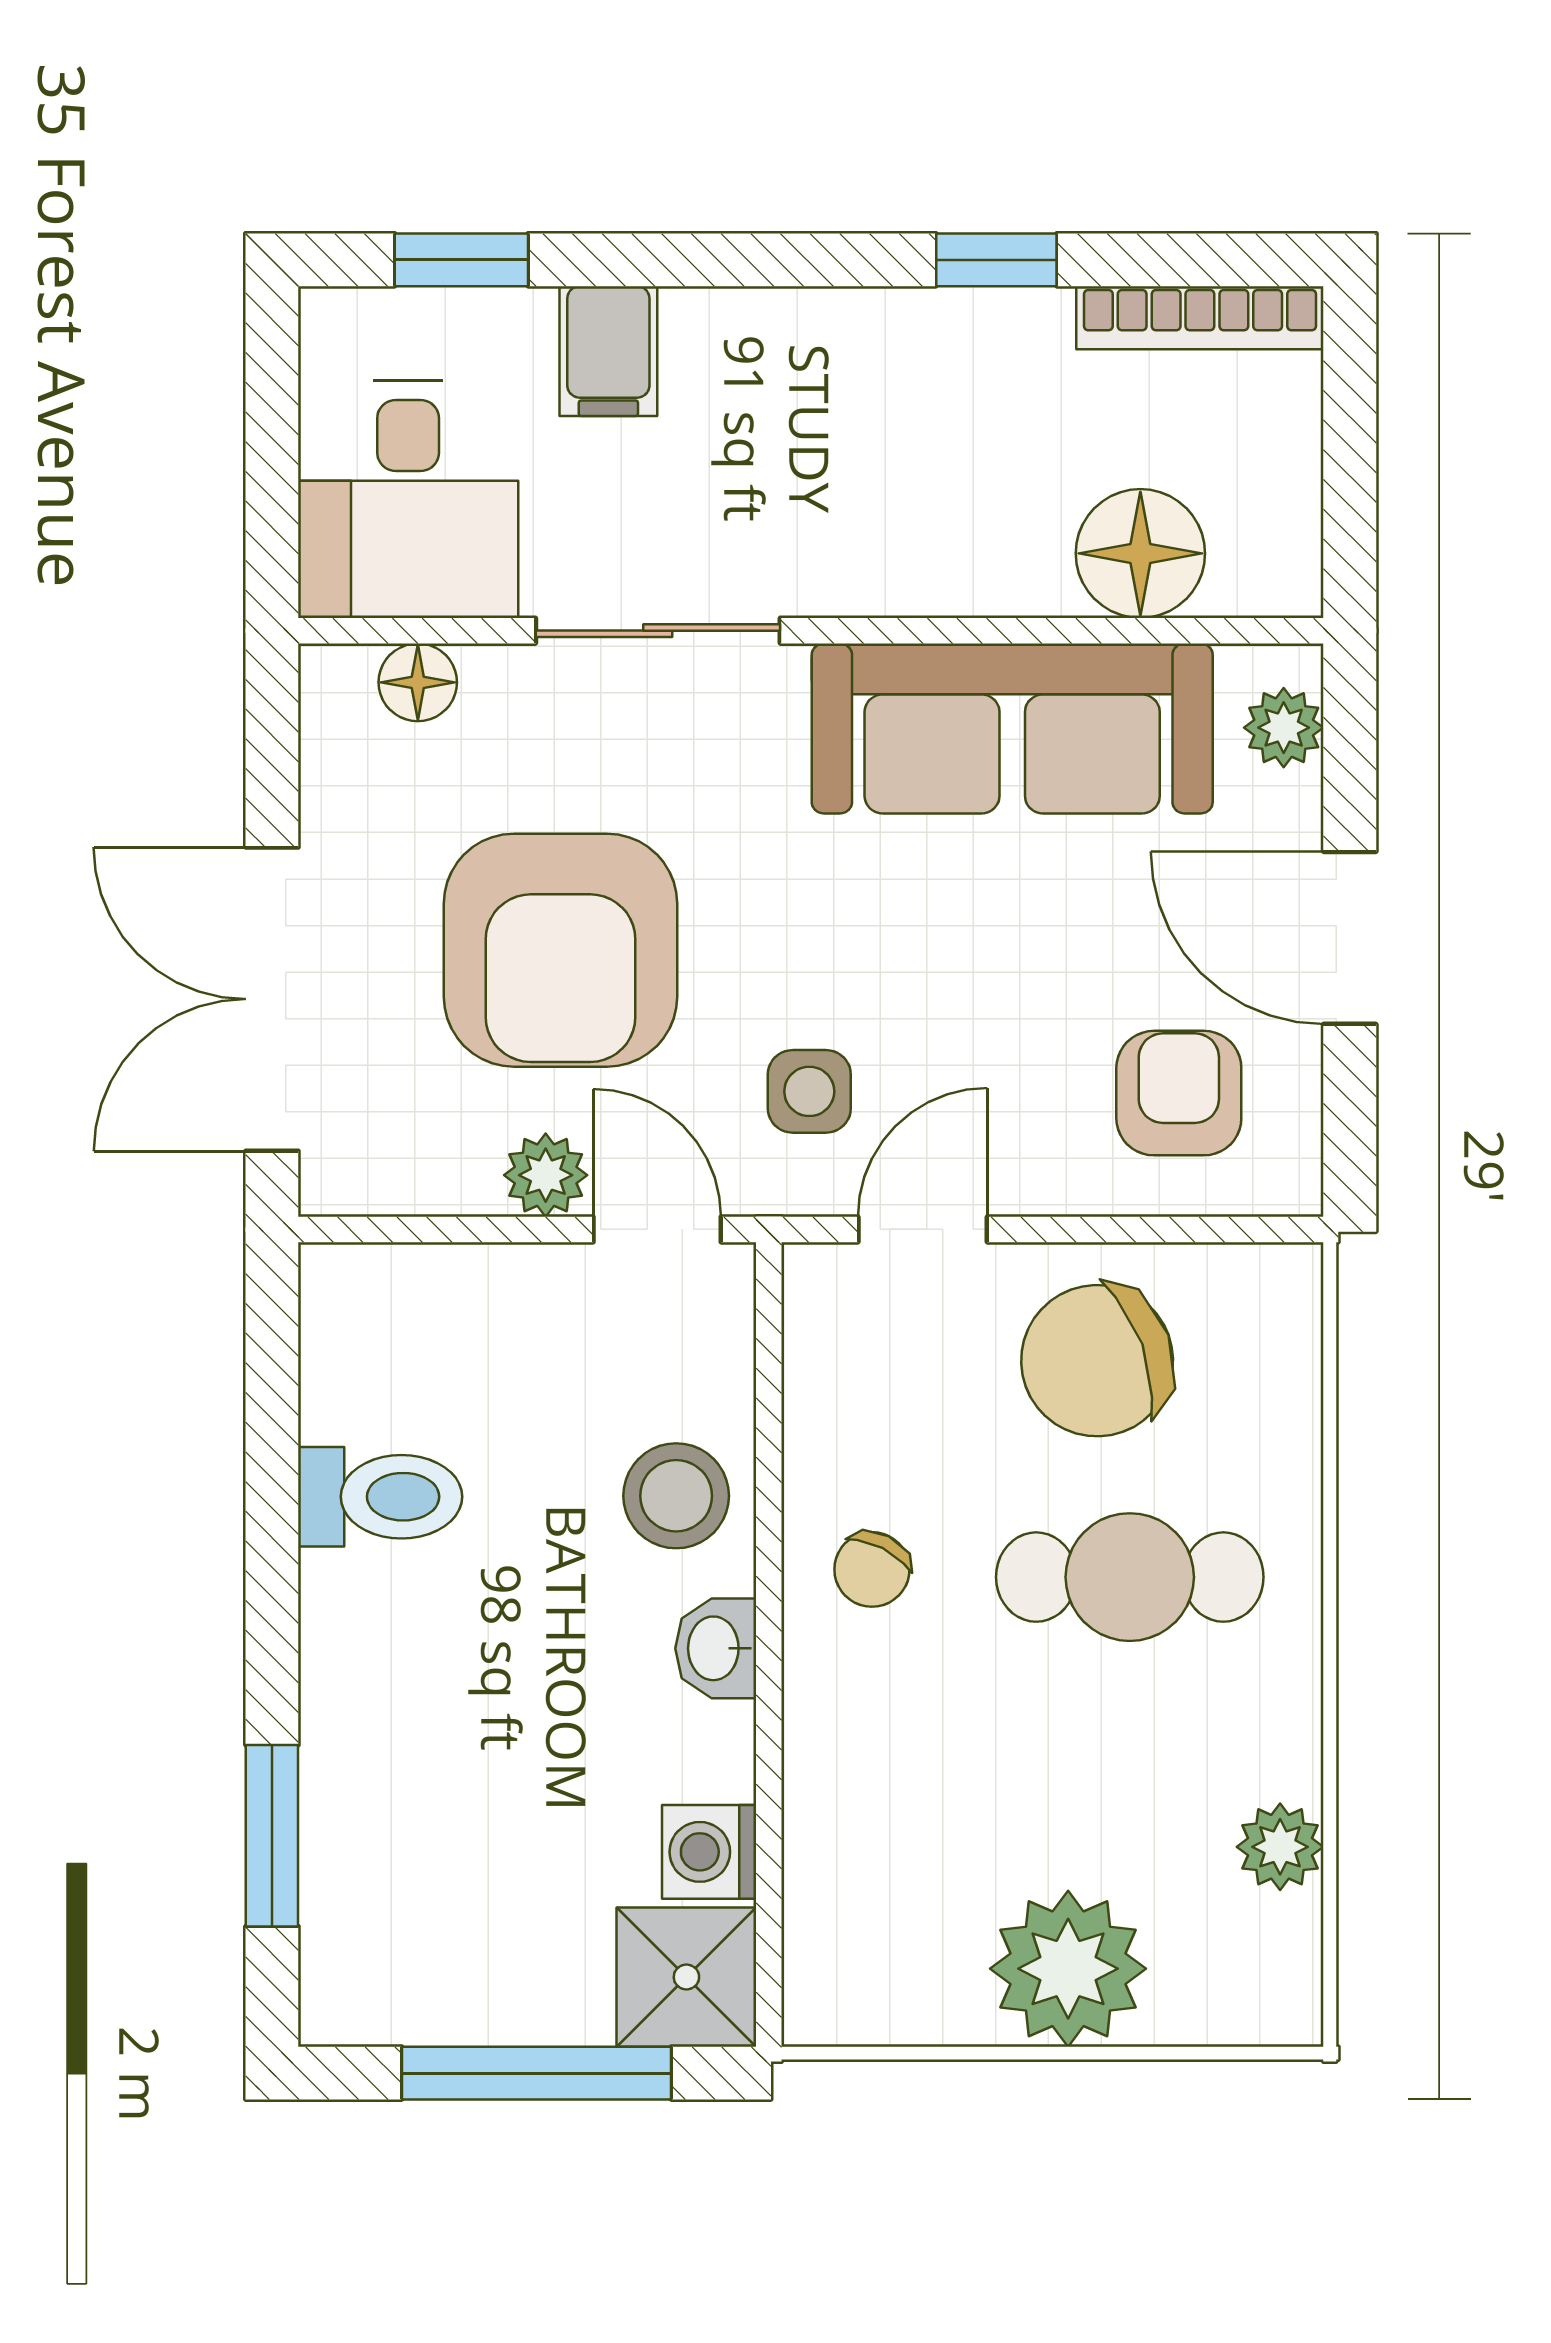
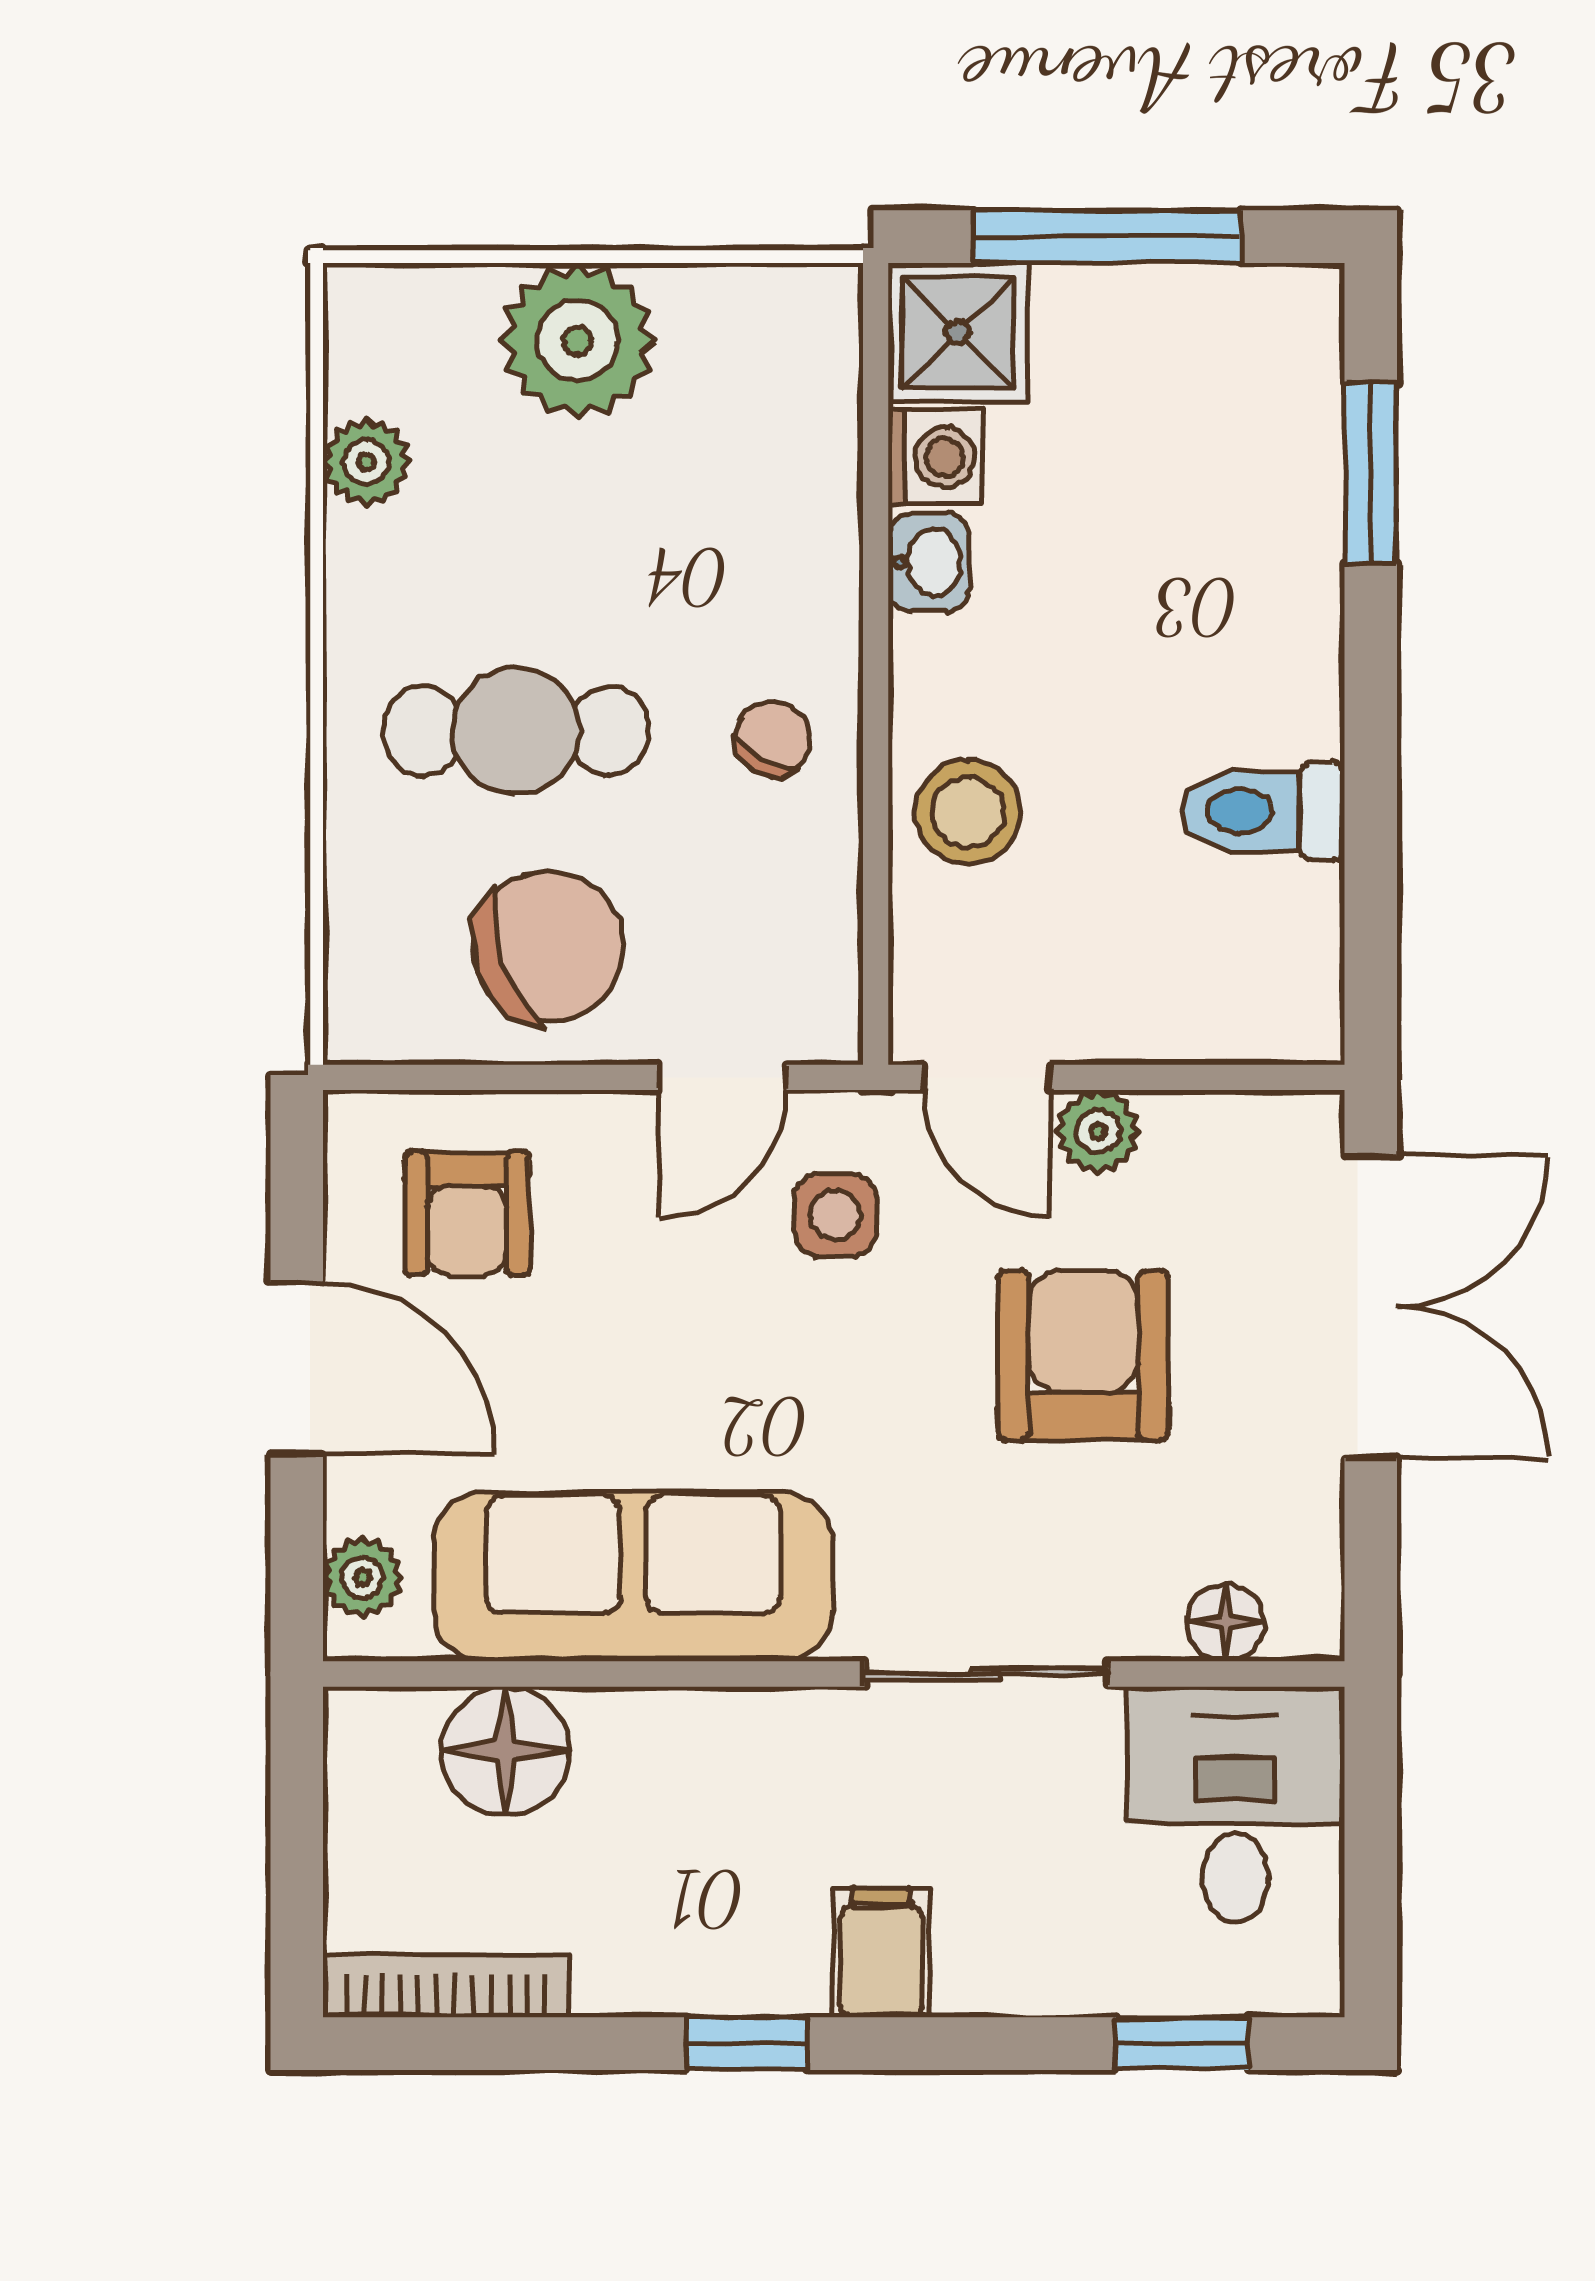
window: (996, 260) -> (747, 2044), moved
filing cabinet: (608, 351) -> (881, 1953), moved
armchair: (560, 950) -> (1083, 1356), width x0.73, depth x0.73
washbasin: (716, 1648) -> (928, 562), moved

